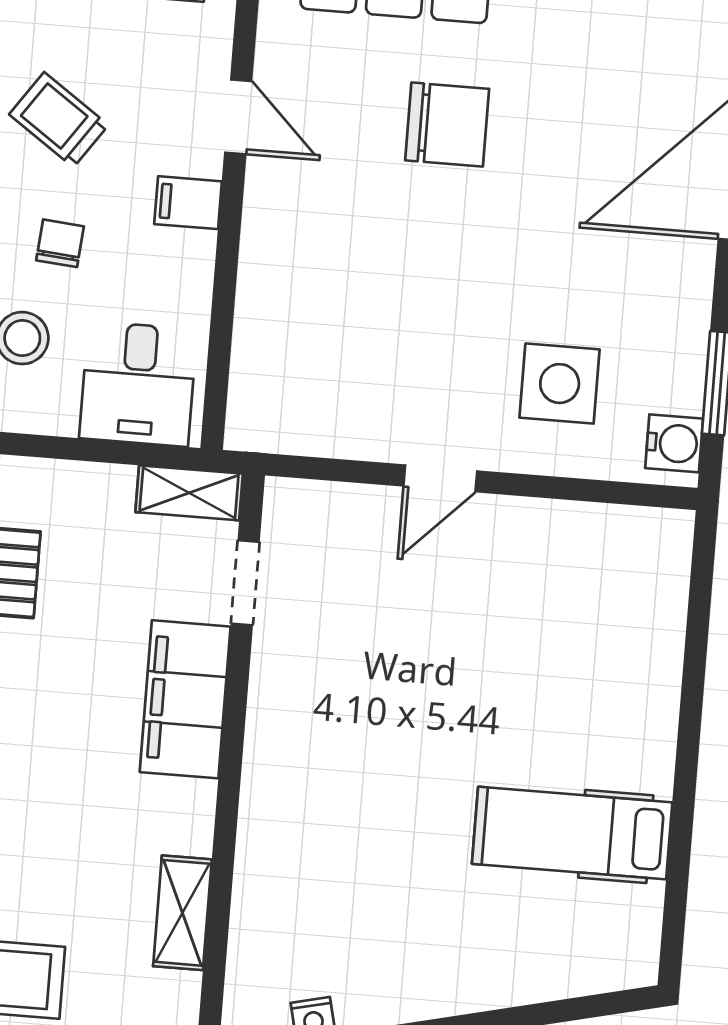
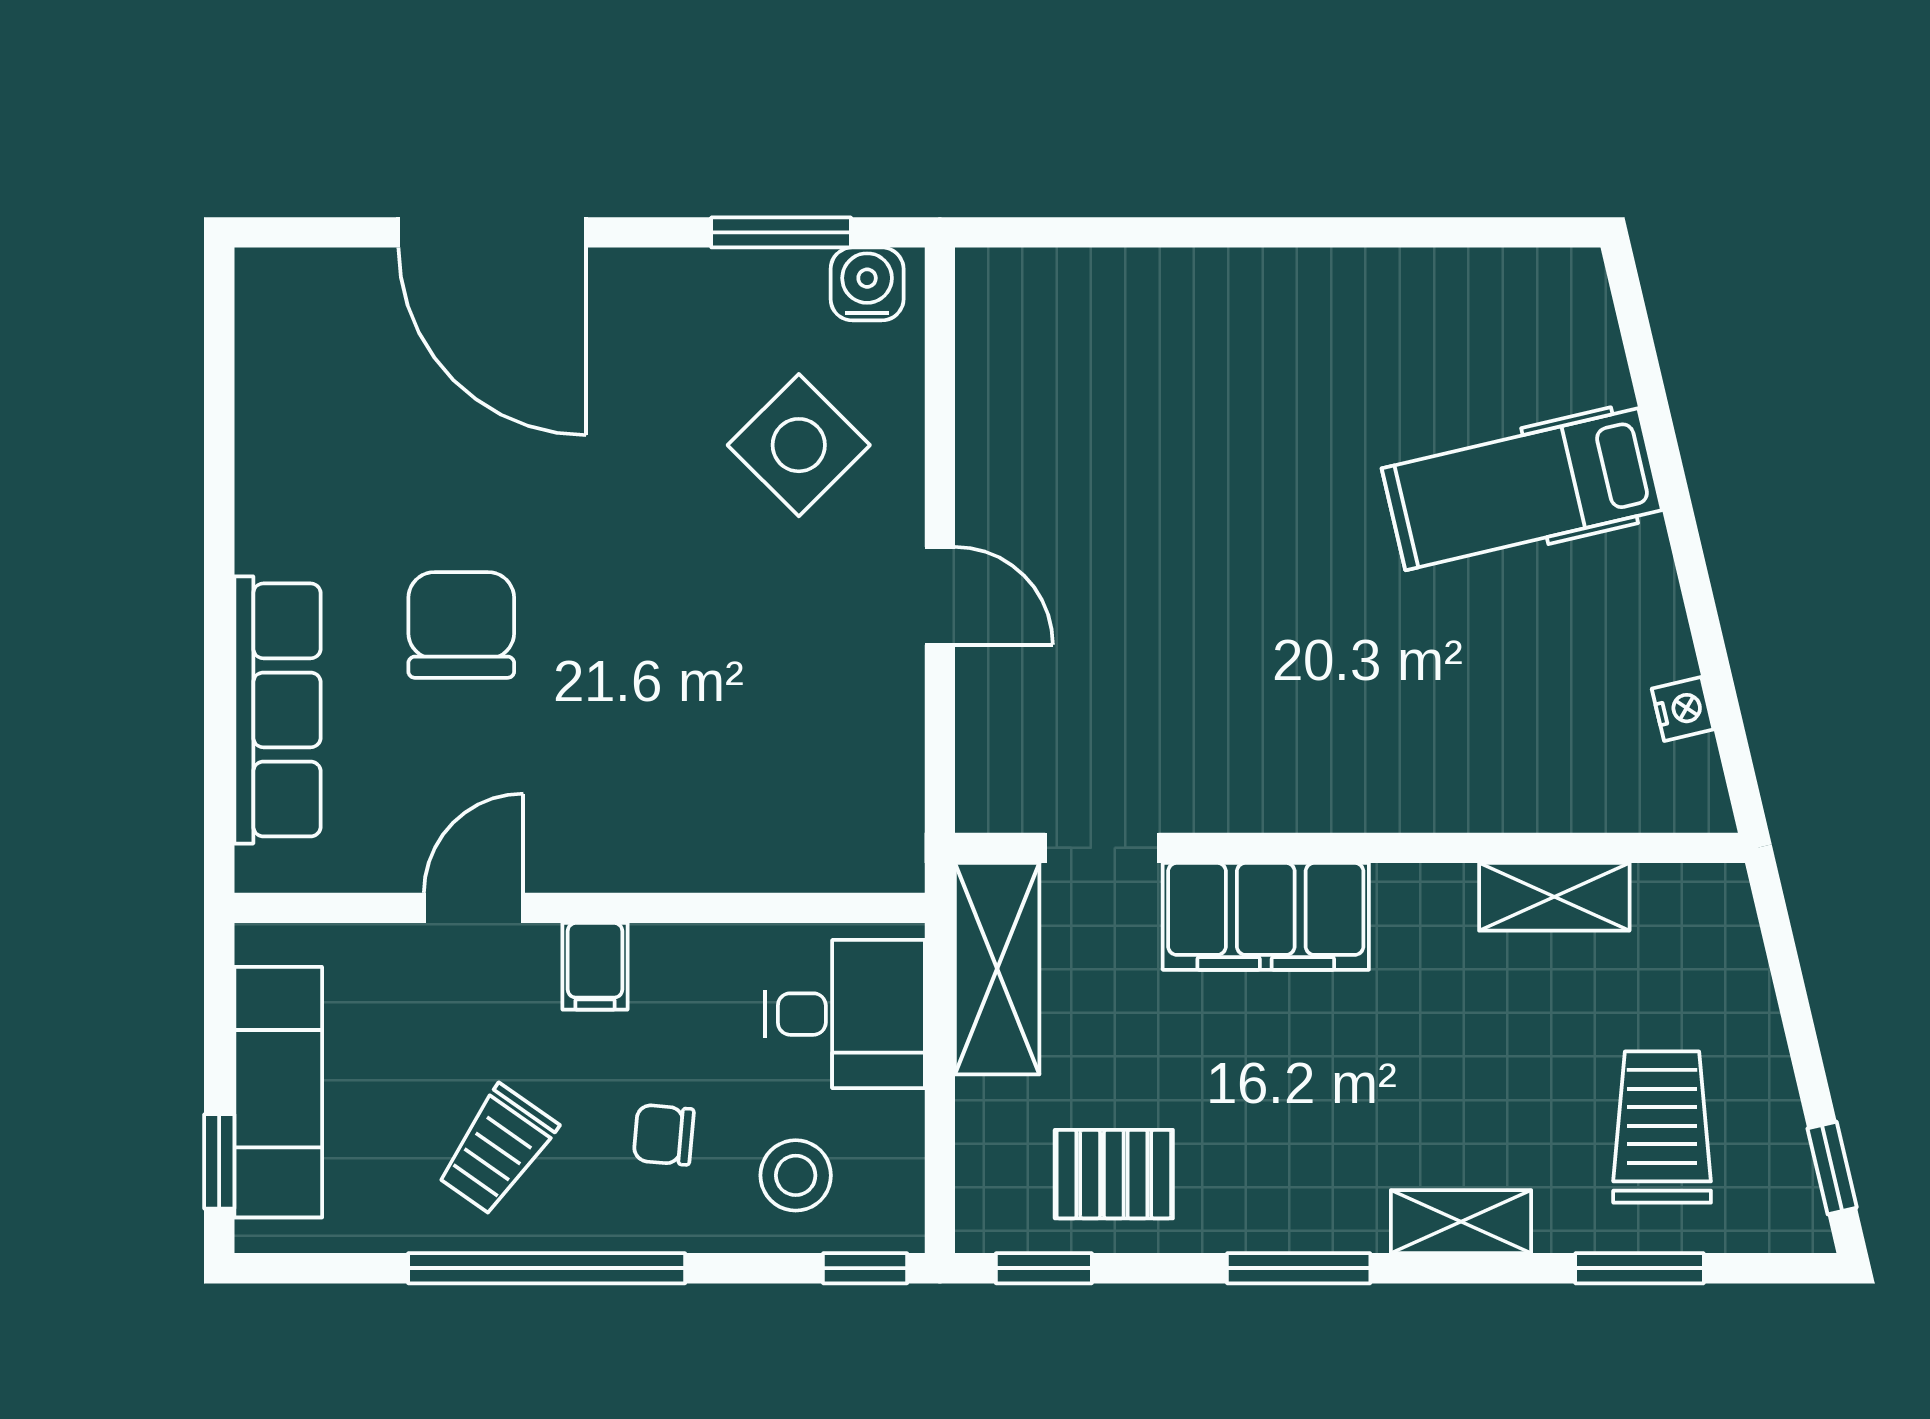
side table: (560, 384) -> (799, 445), turned 45
shelving: (189, 493) -> (997, 969), width x1.50, depth x1.33
hospital bed: (572, 833) -> (1522, 489), moved, turned 77

